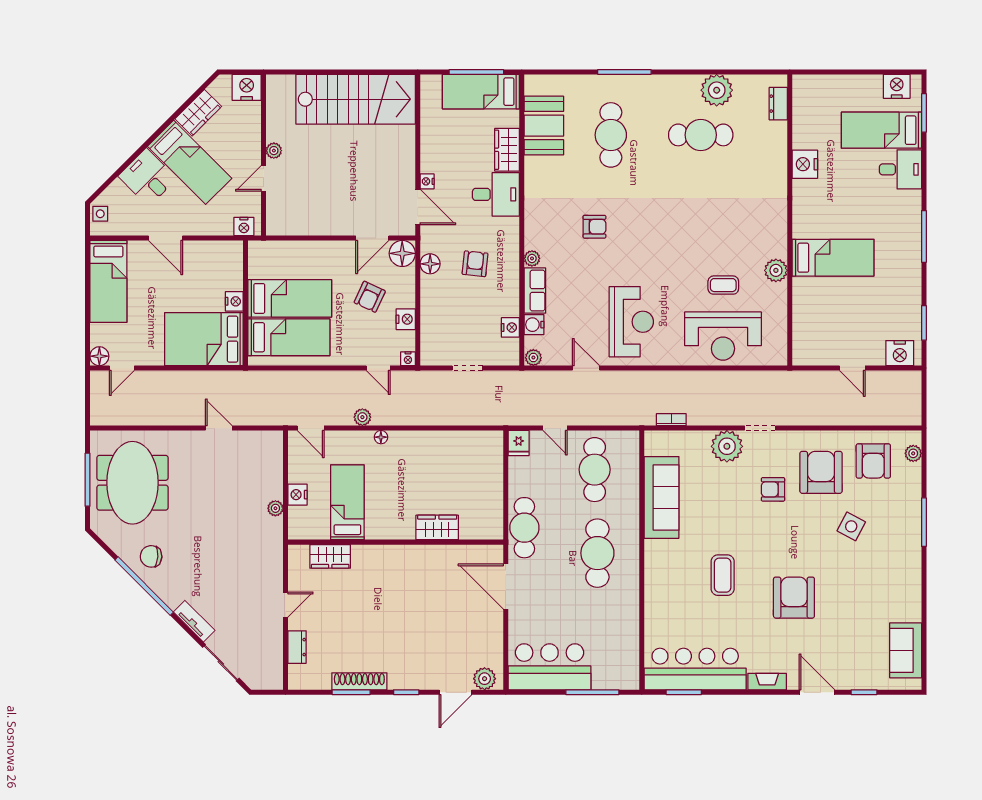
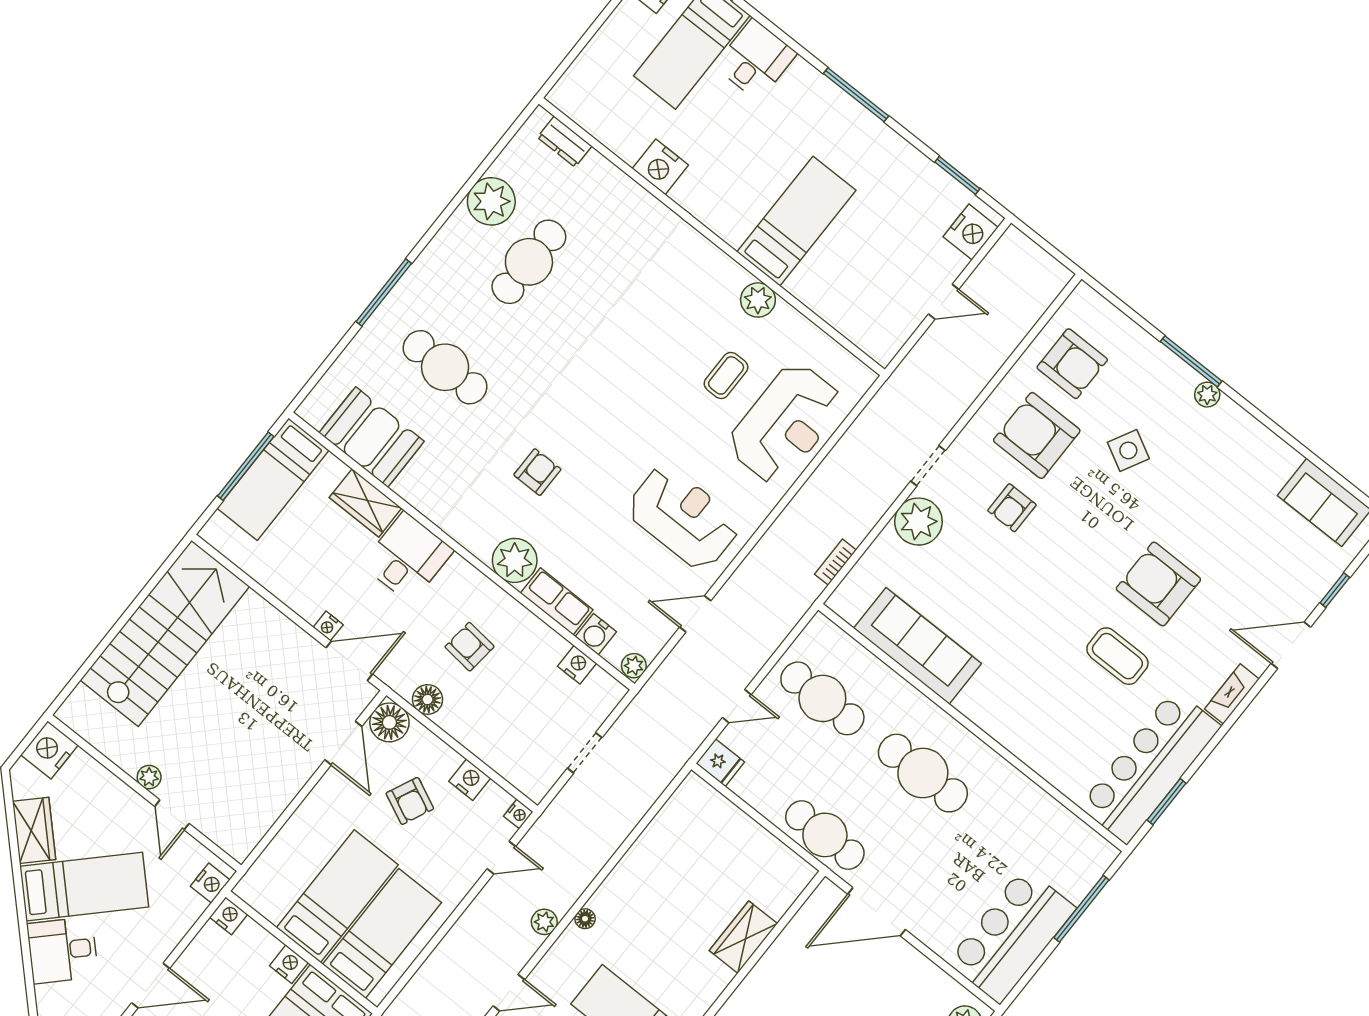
nightstand: (234, 250) -> (229, 916), added
plant: (532, 258) -> (515, 560), width x1.88, depth x1.88
plant: (913, 453) -> (1207, 395), moved
coffee table: (723, 575) -> (1117, 656), moved

